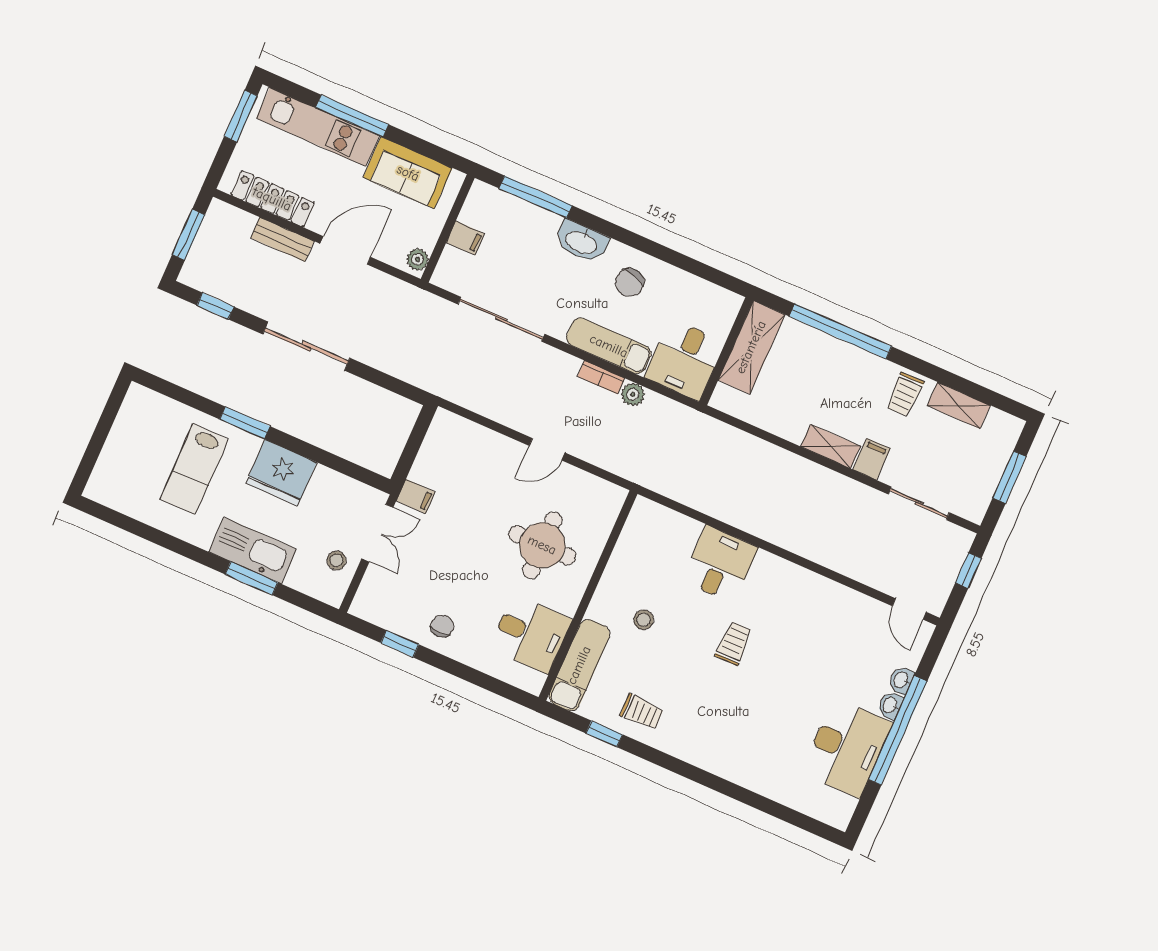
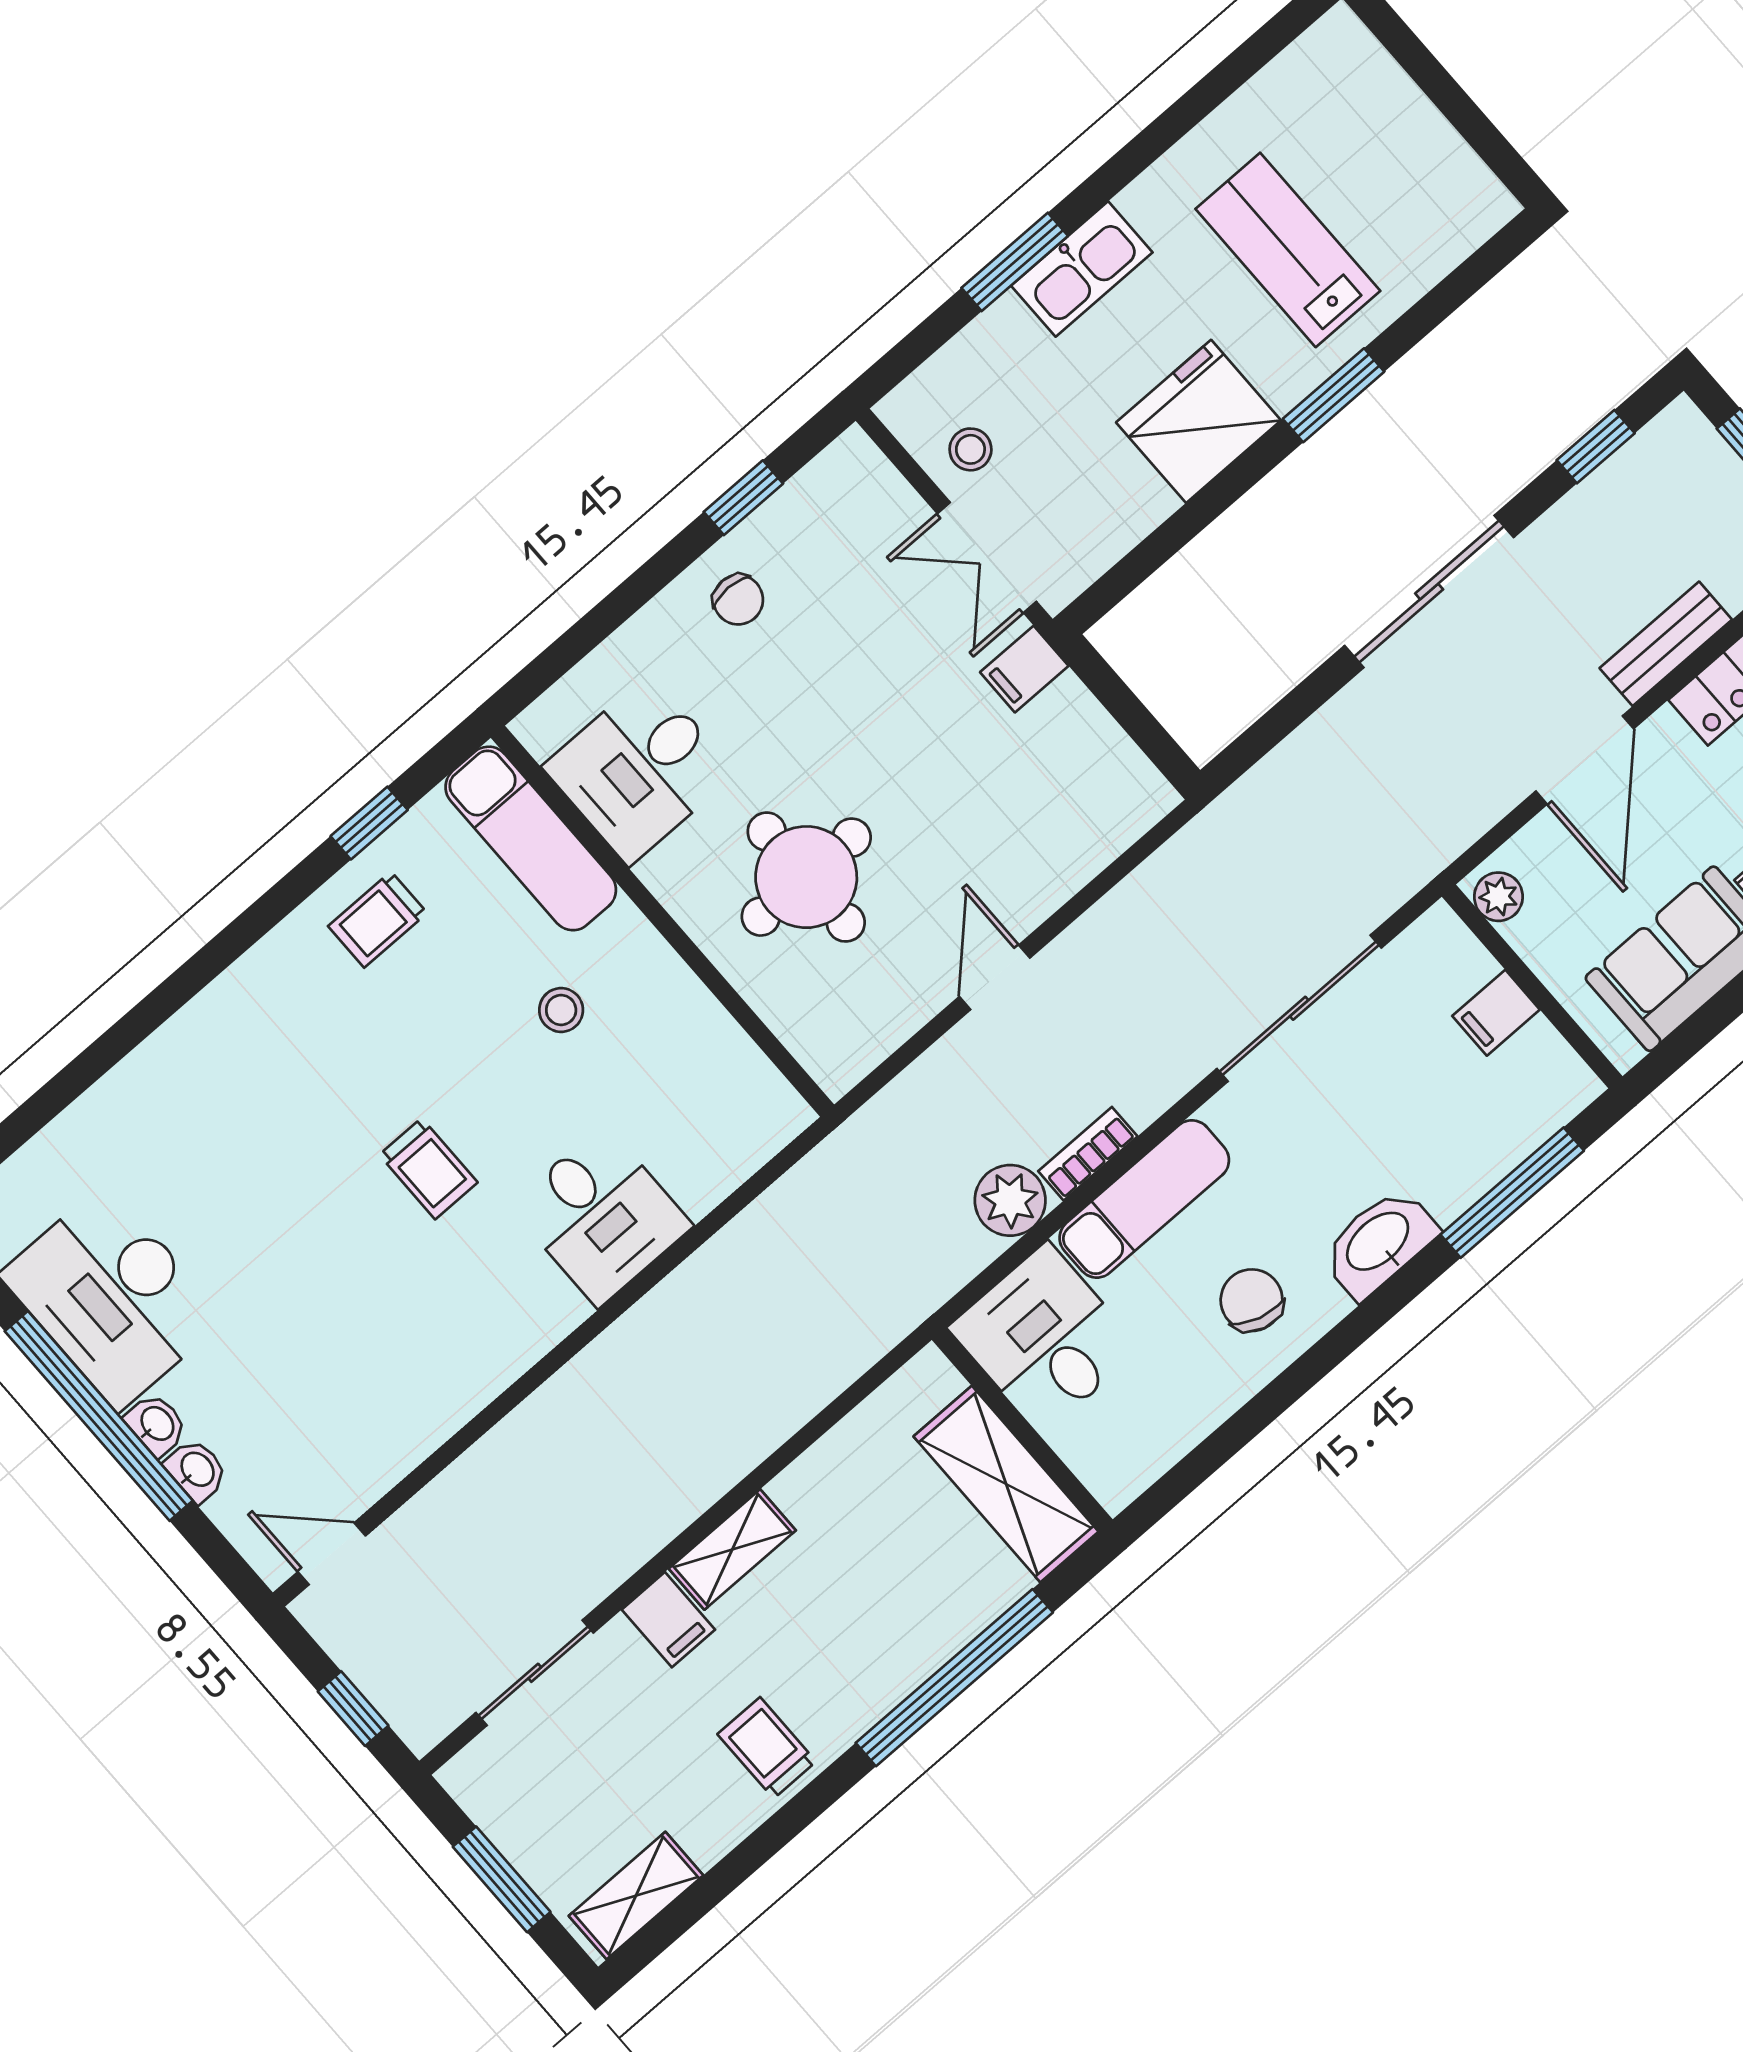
plant: (633, 394) -> (1010, 1200), width x1.38, depth x1.38
shelving: (959, 405) -> (636, 1896), moved
kitchen sink: (253, 551) -> (1082, 269), width x0.73, depth x0.81

